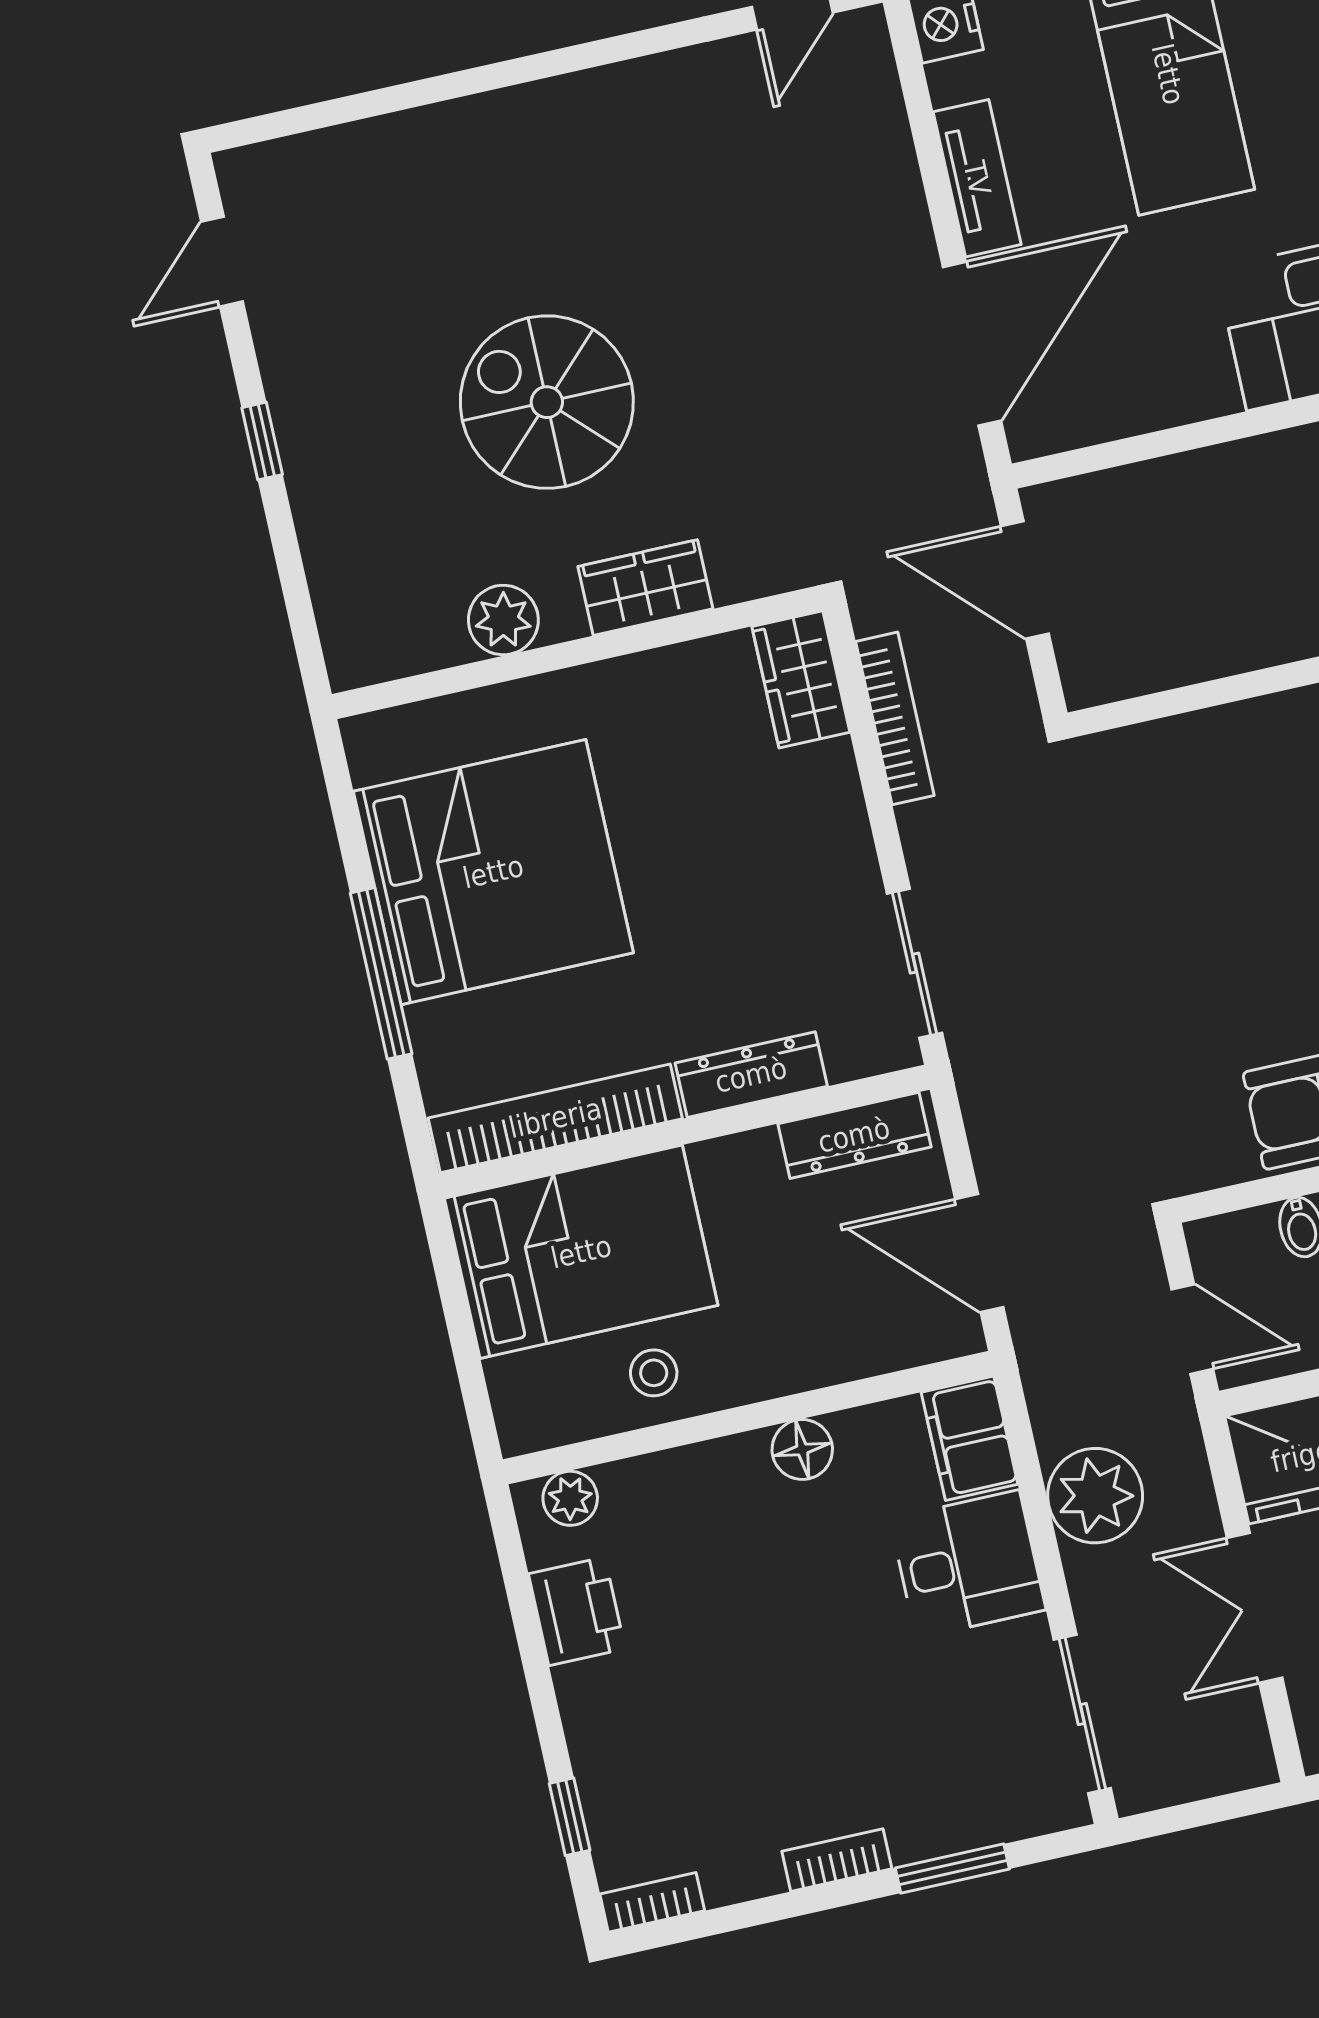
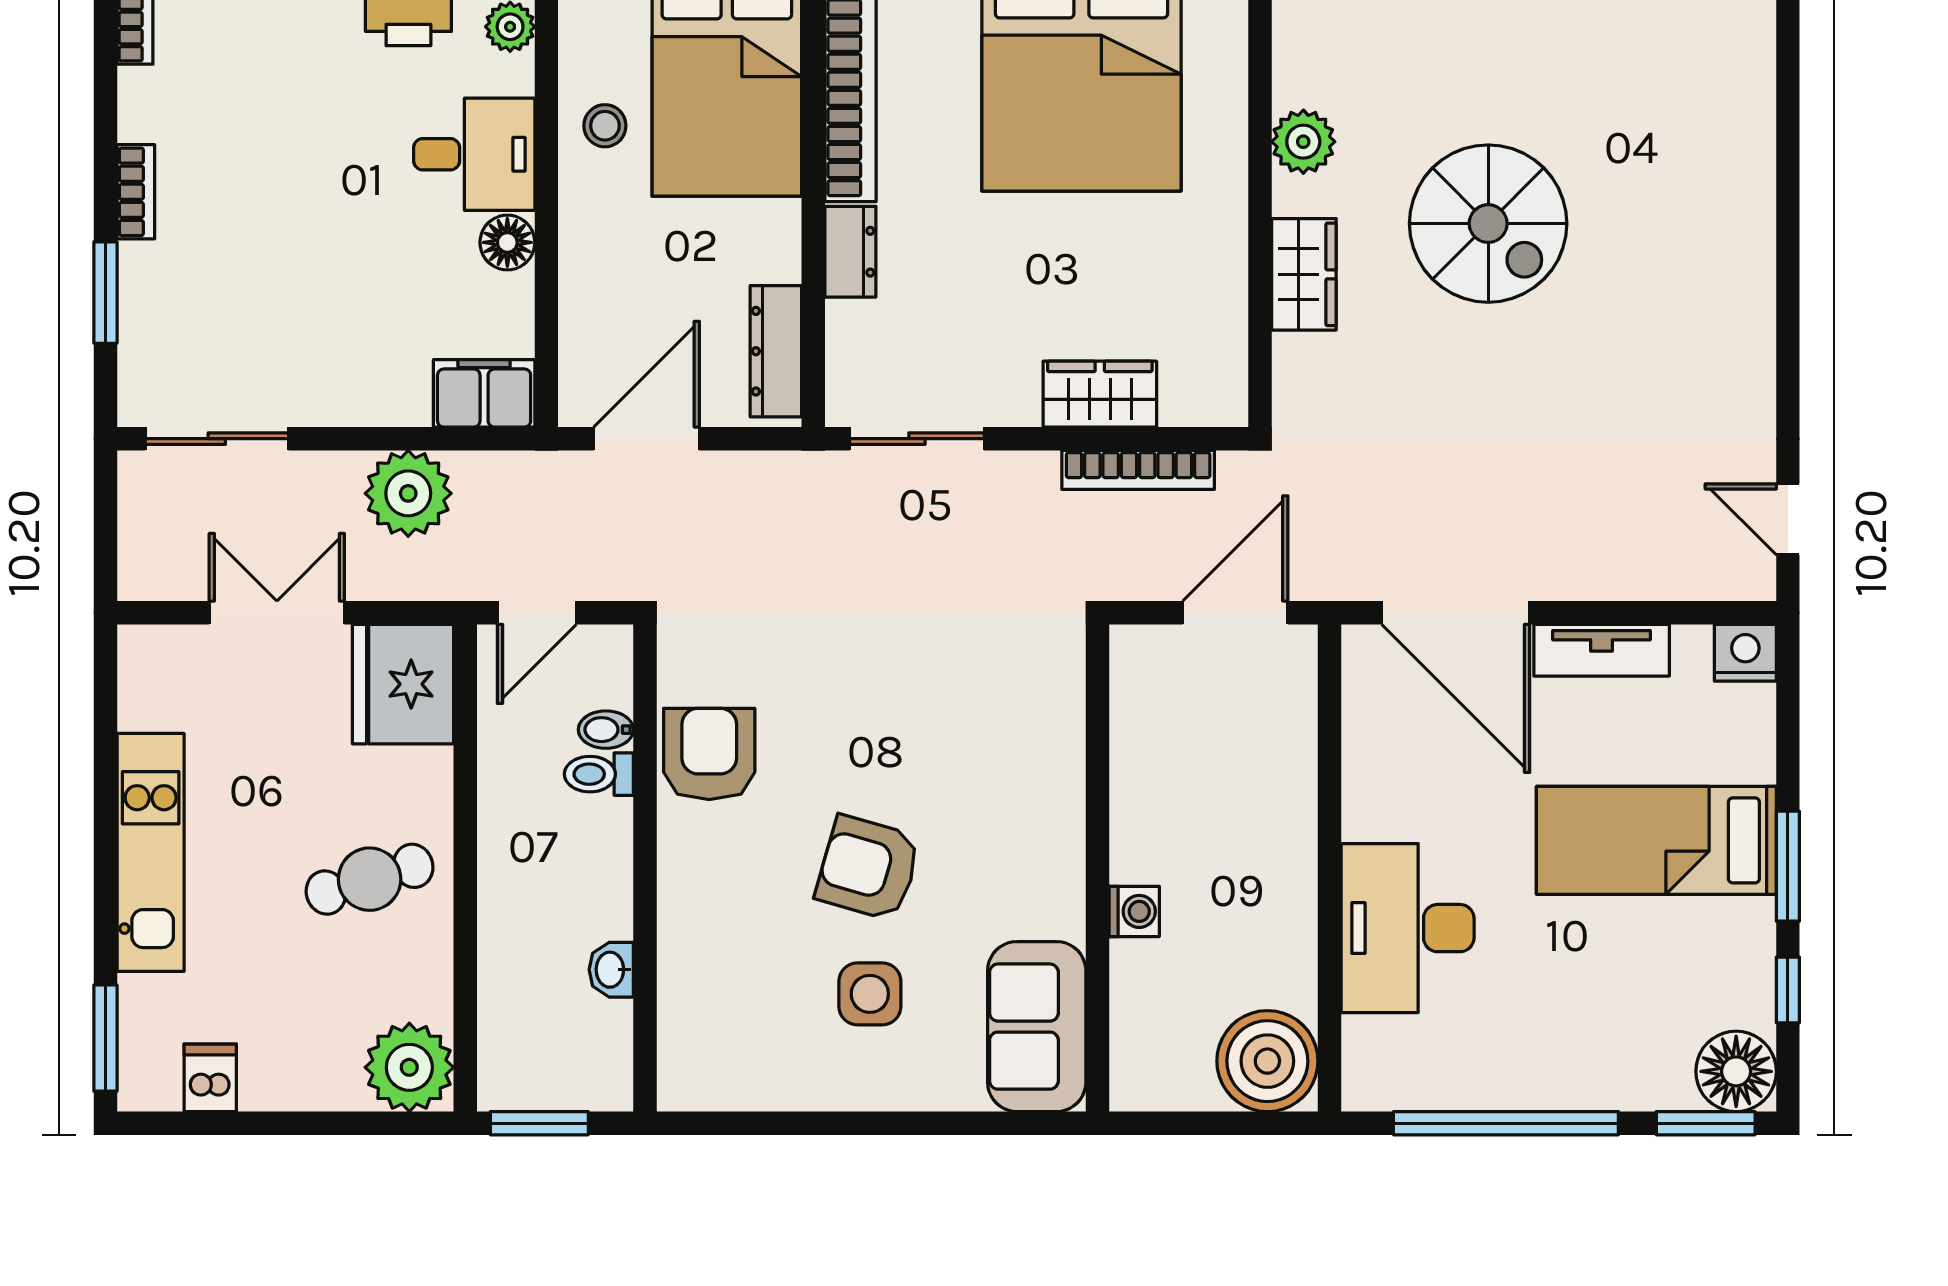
spiral stairs: (547, 402) -> (1488, 224), turned 90
wardrobe: (801, 679) -> (1100, 394), moved
dresser: (751, 1075) -> (850, 252), width x0.70
desk: (968, 1564) -> (474, 154), moved, turned -90

